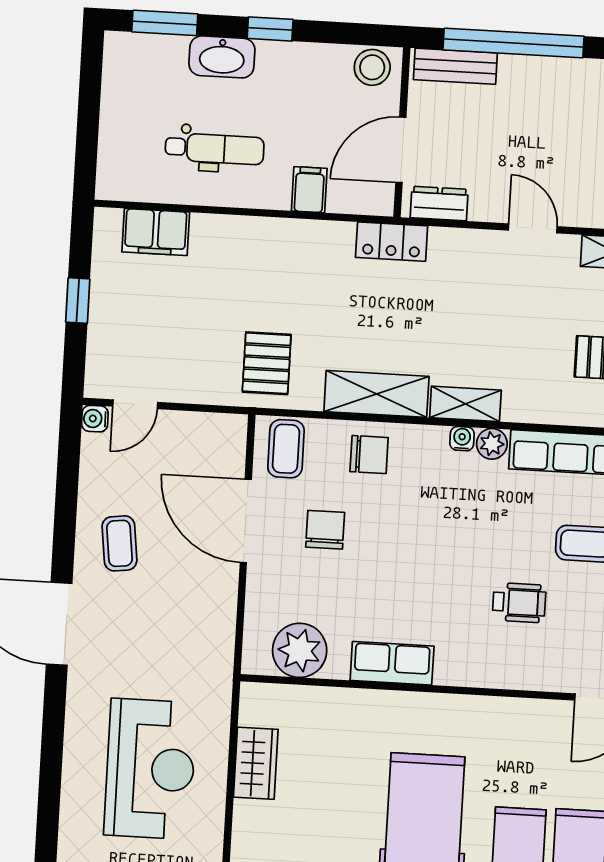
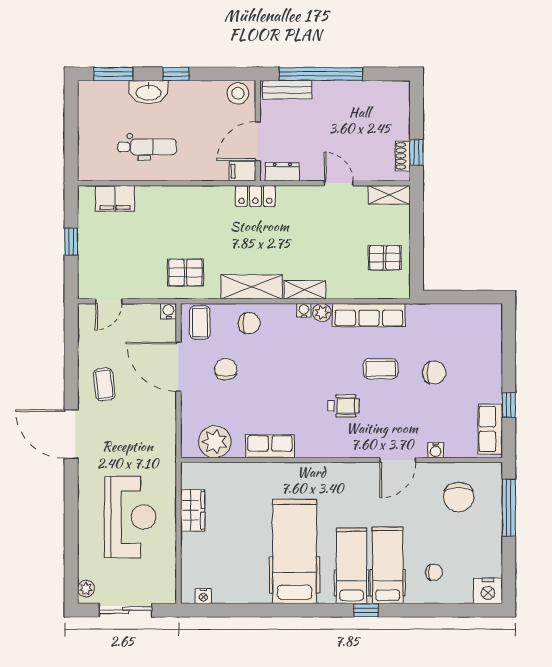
filing cabinet: (309, 190) -> (242, 171), moved, turned -90
pallet: (267, 363) -> (185, 272), turned 90
water cooler: (95, 419) -> (169, 311), moved, turned 90

